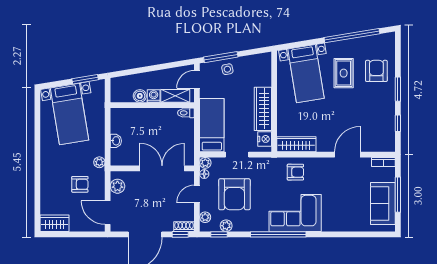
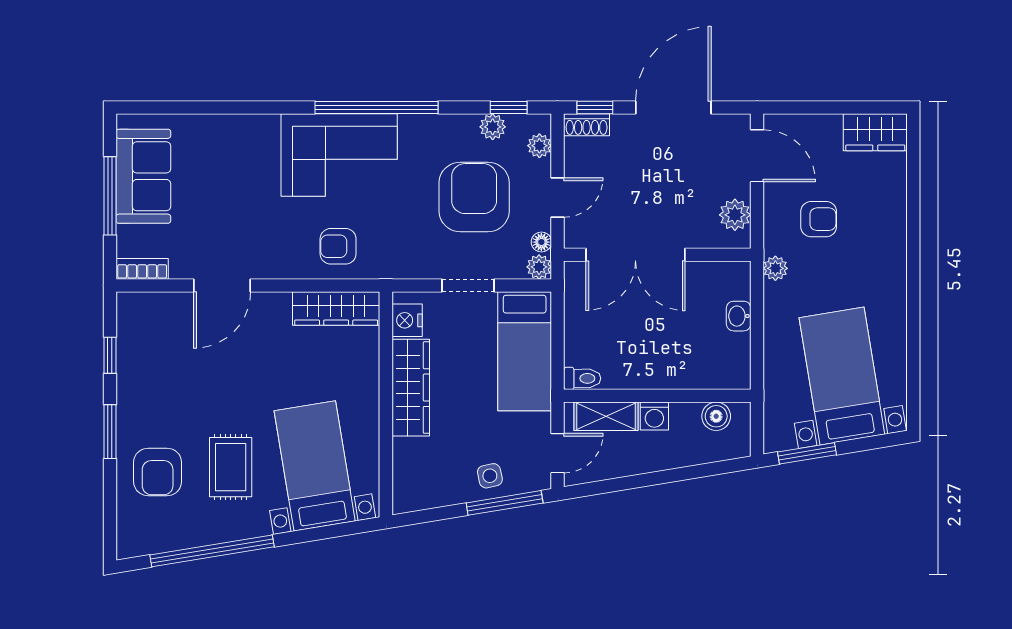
boiler: (140, 96) -> (716, 416), moved
armchair: (80, 184) -> (819, 219), turned 180

